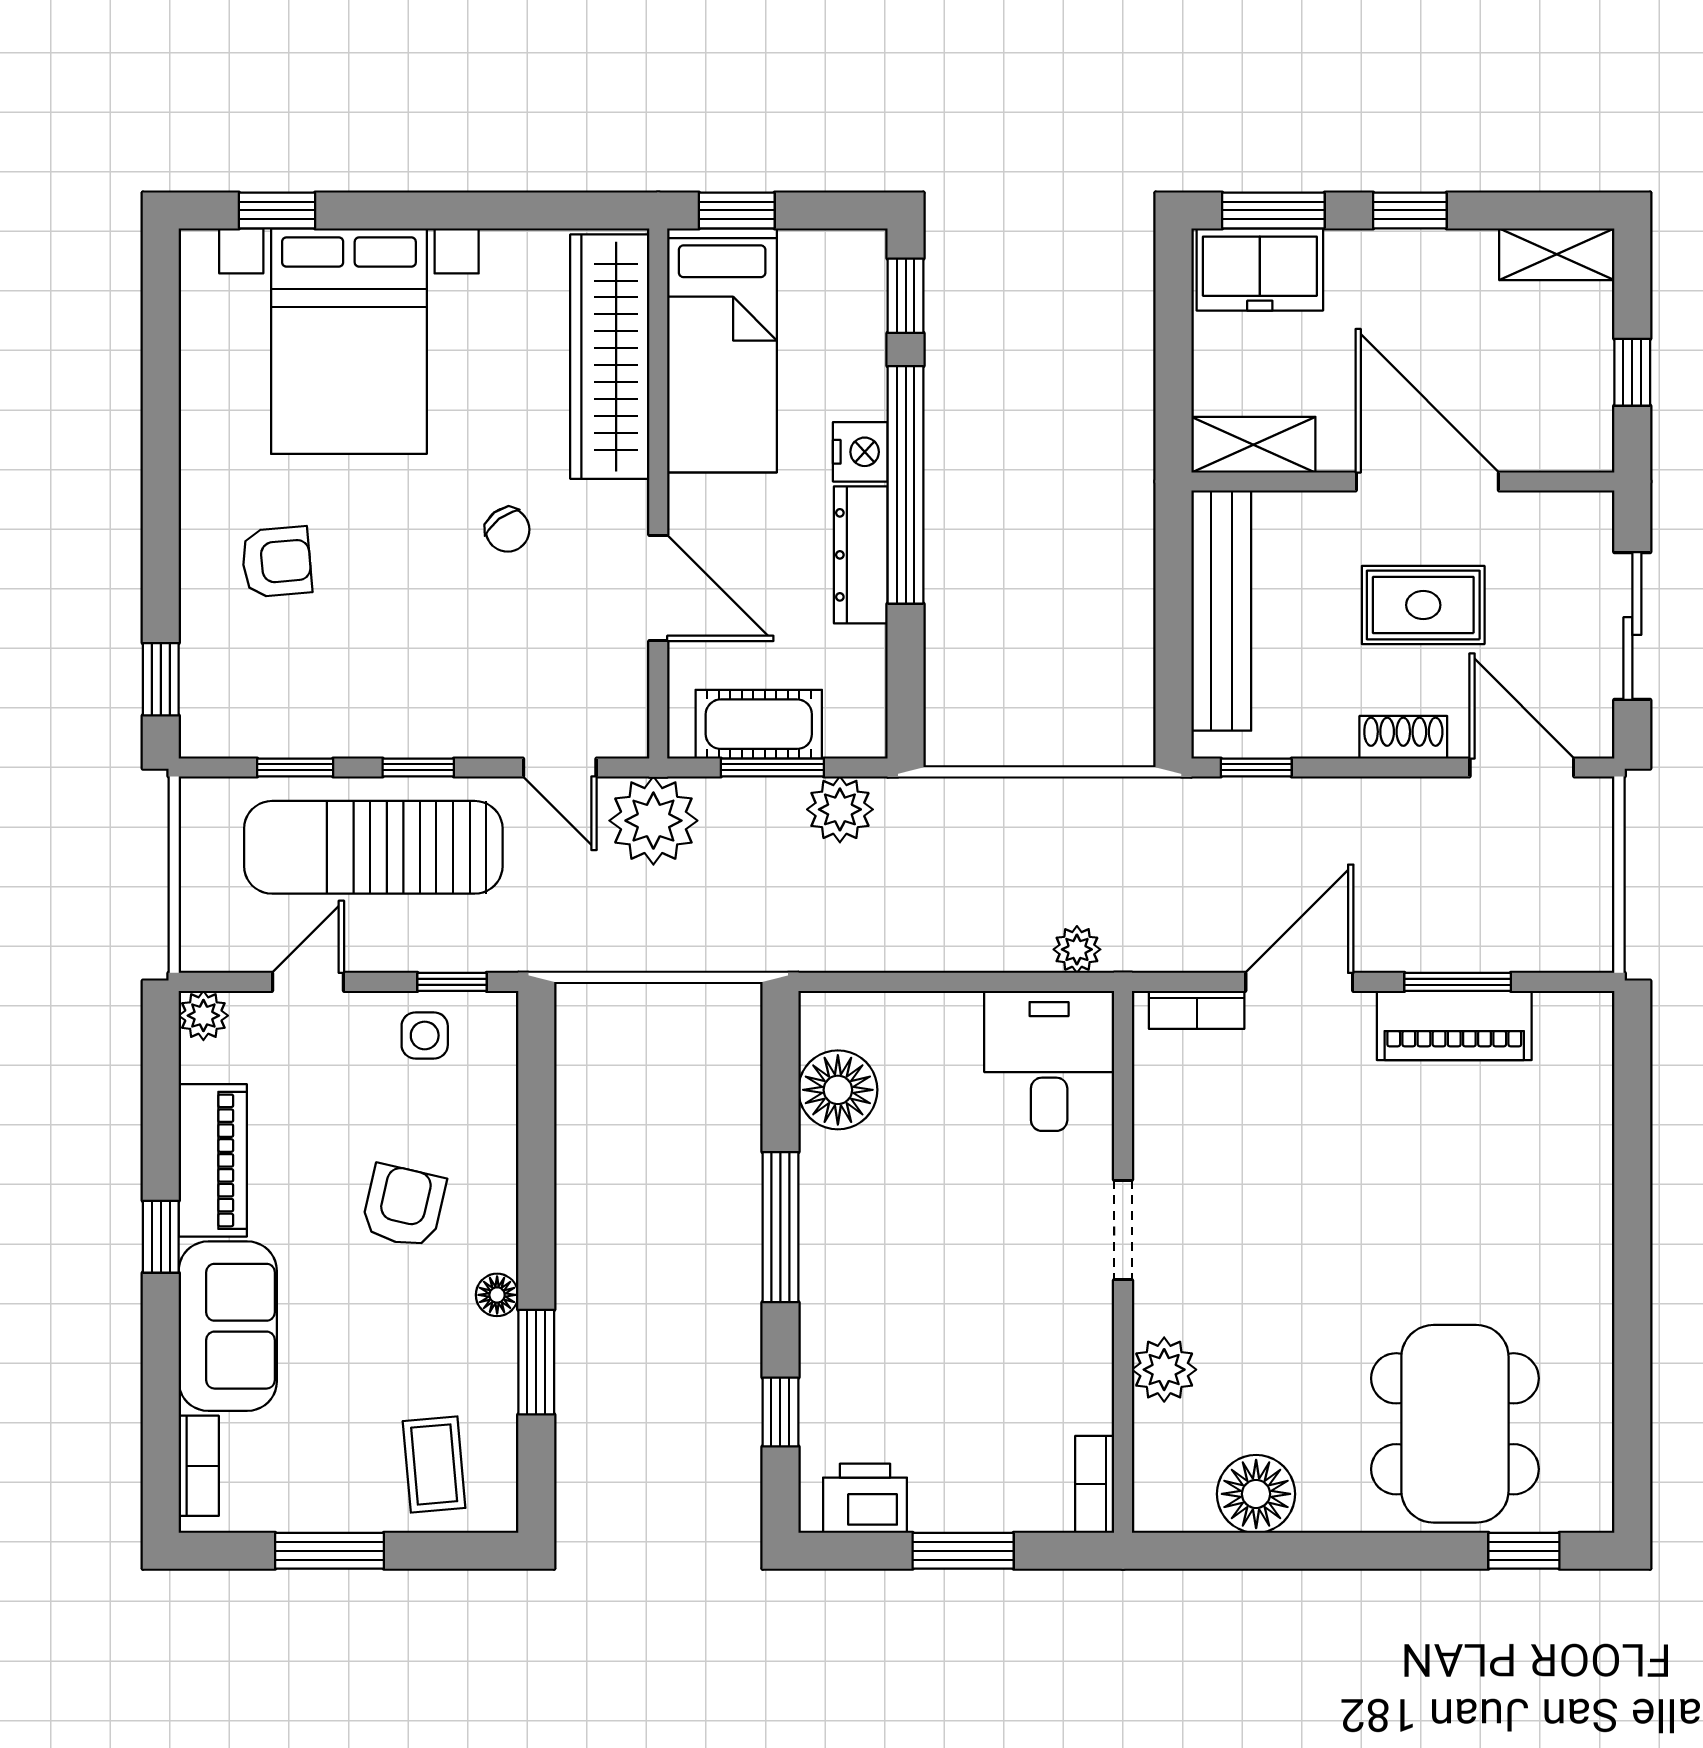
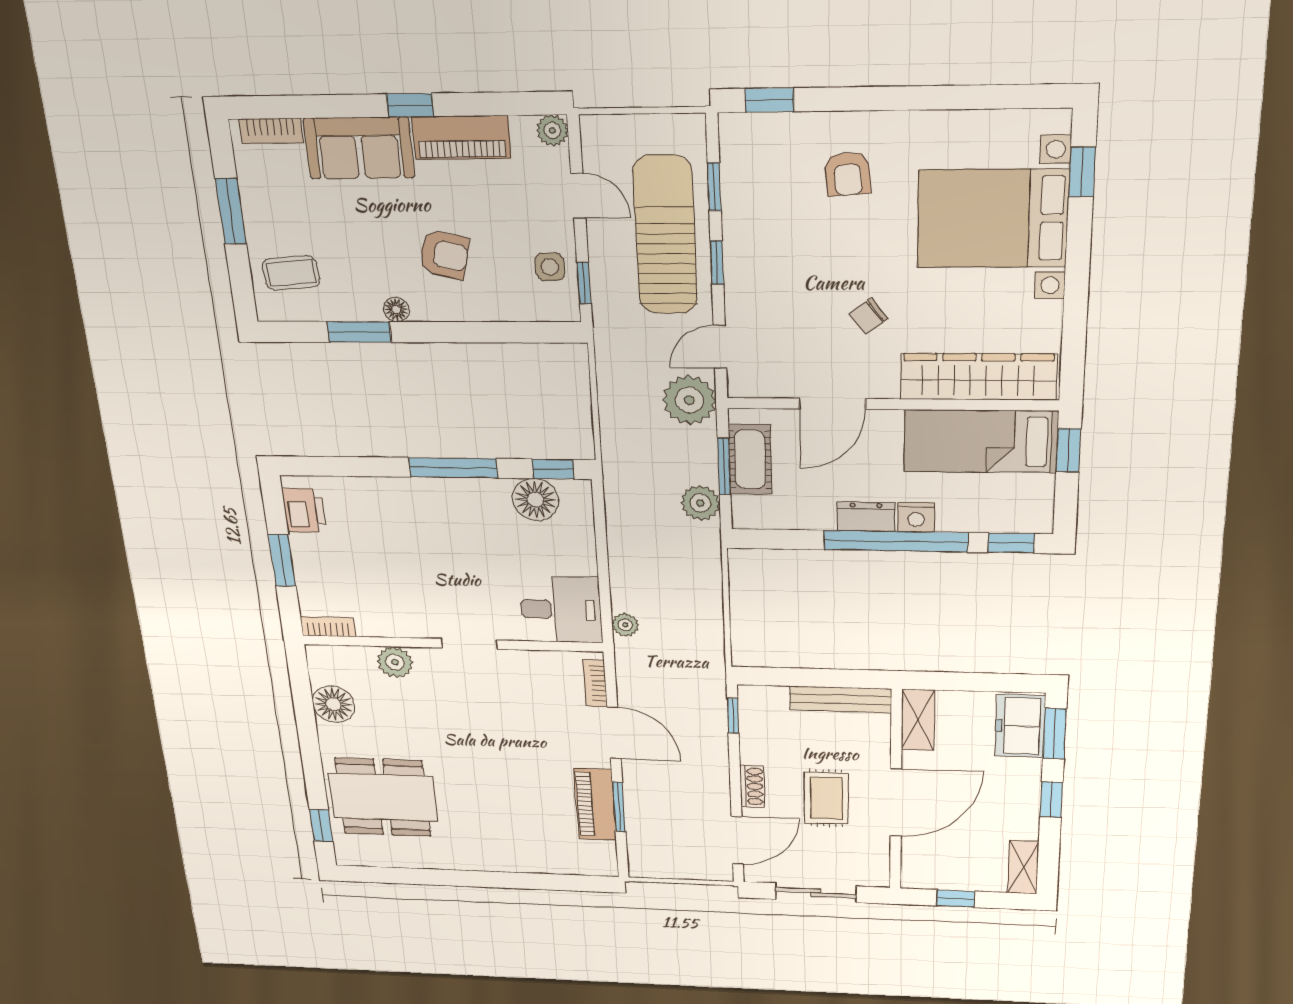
dresser: (861, 555) -> (866, 517), width x0.70
bench: (1221, 611) -> (841, 699), width x0.73, depth x0.82
window: (780, 1412) -> (553, 469), moved

